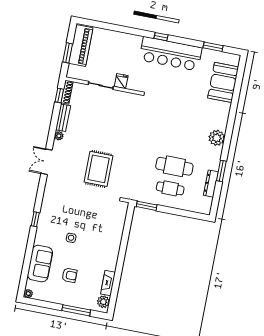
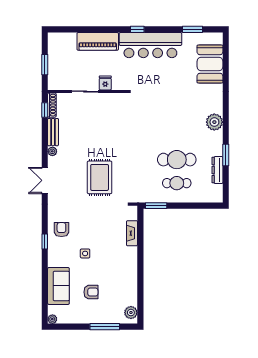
piano: (81, 45) -> (98, 41), moved, turned 90
armchair: (53, 211) -> (61, 230), added
fireplace: (108, 283) -> (132, 233), moved

